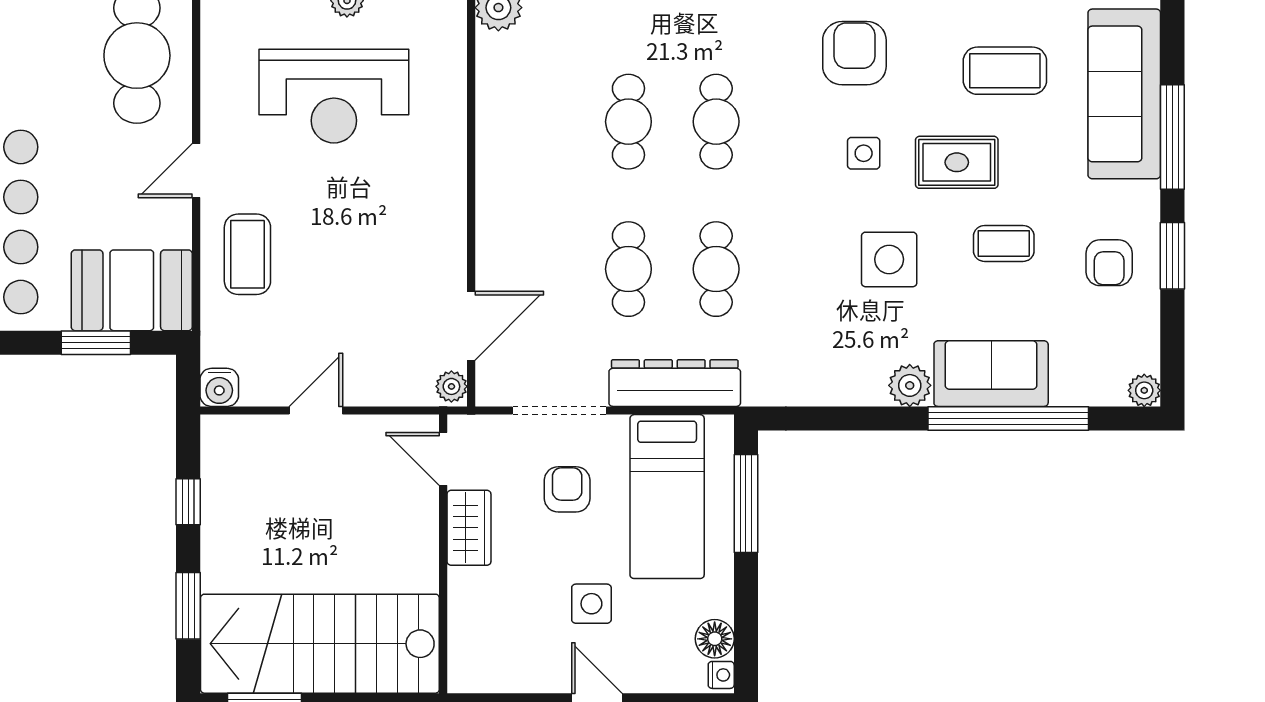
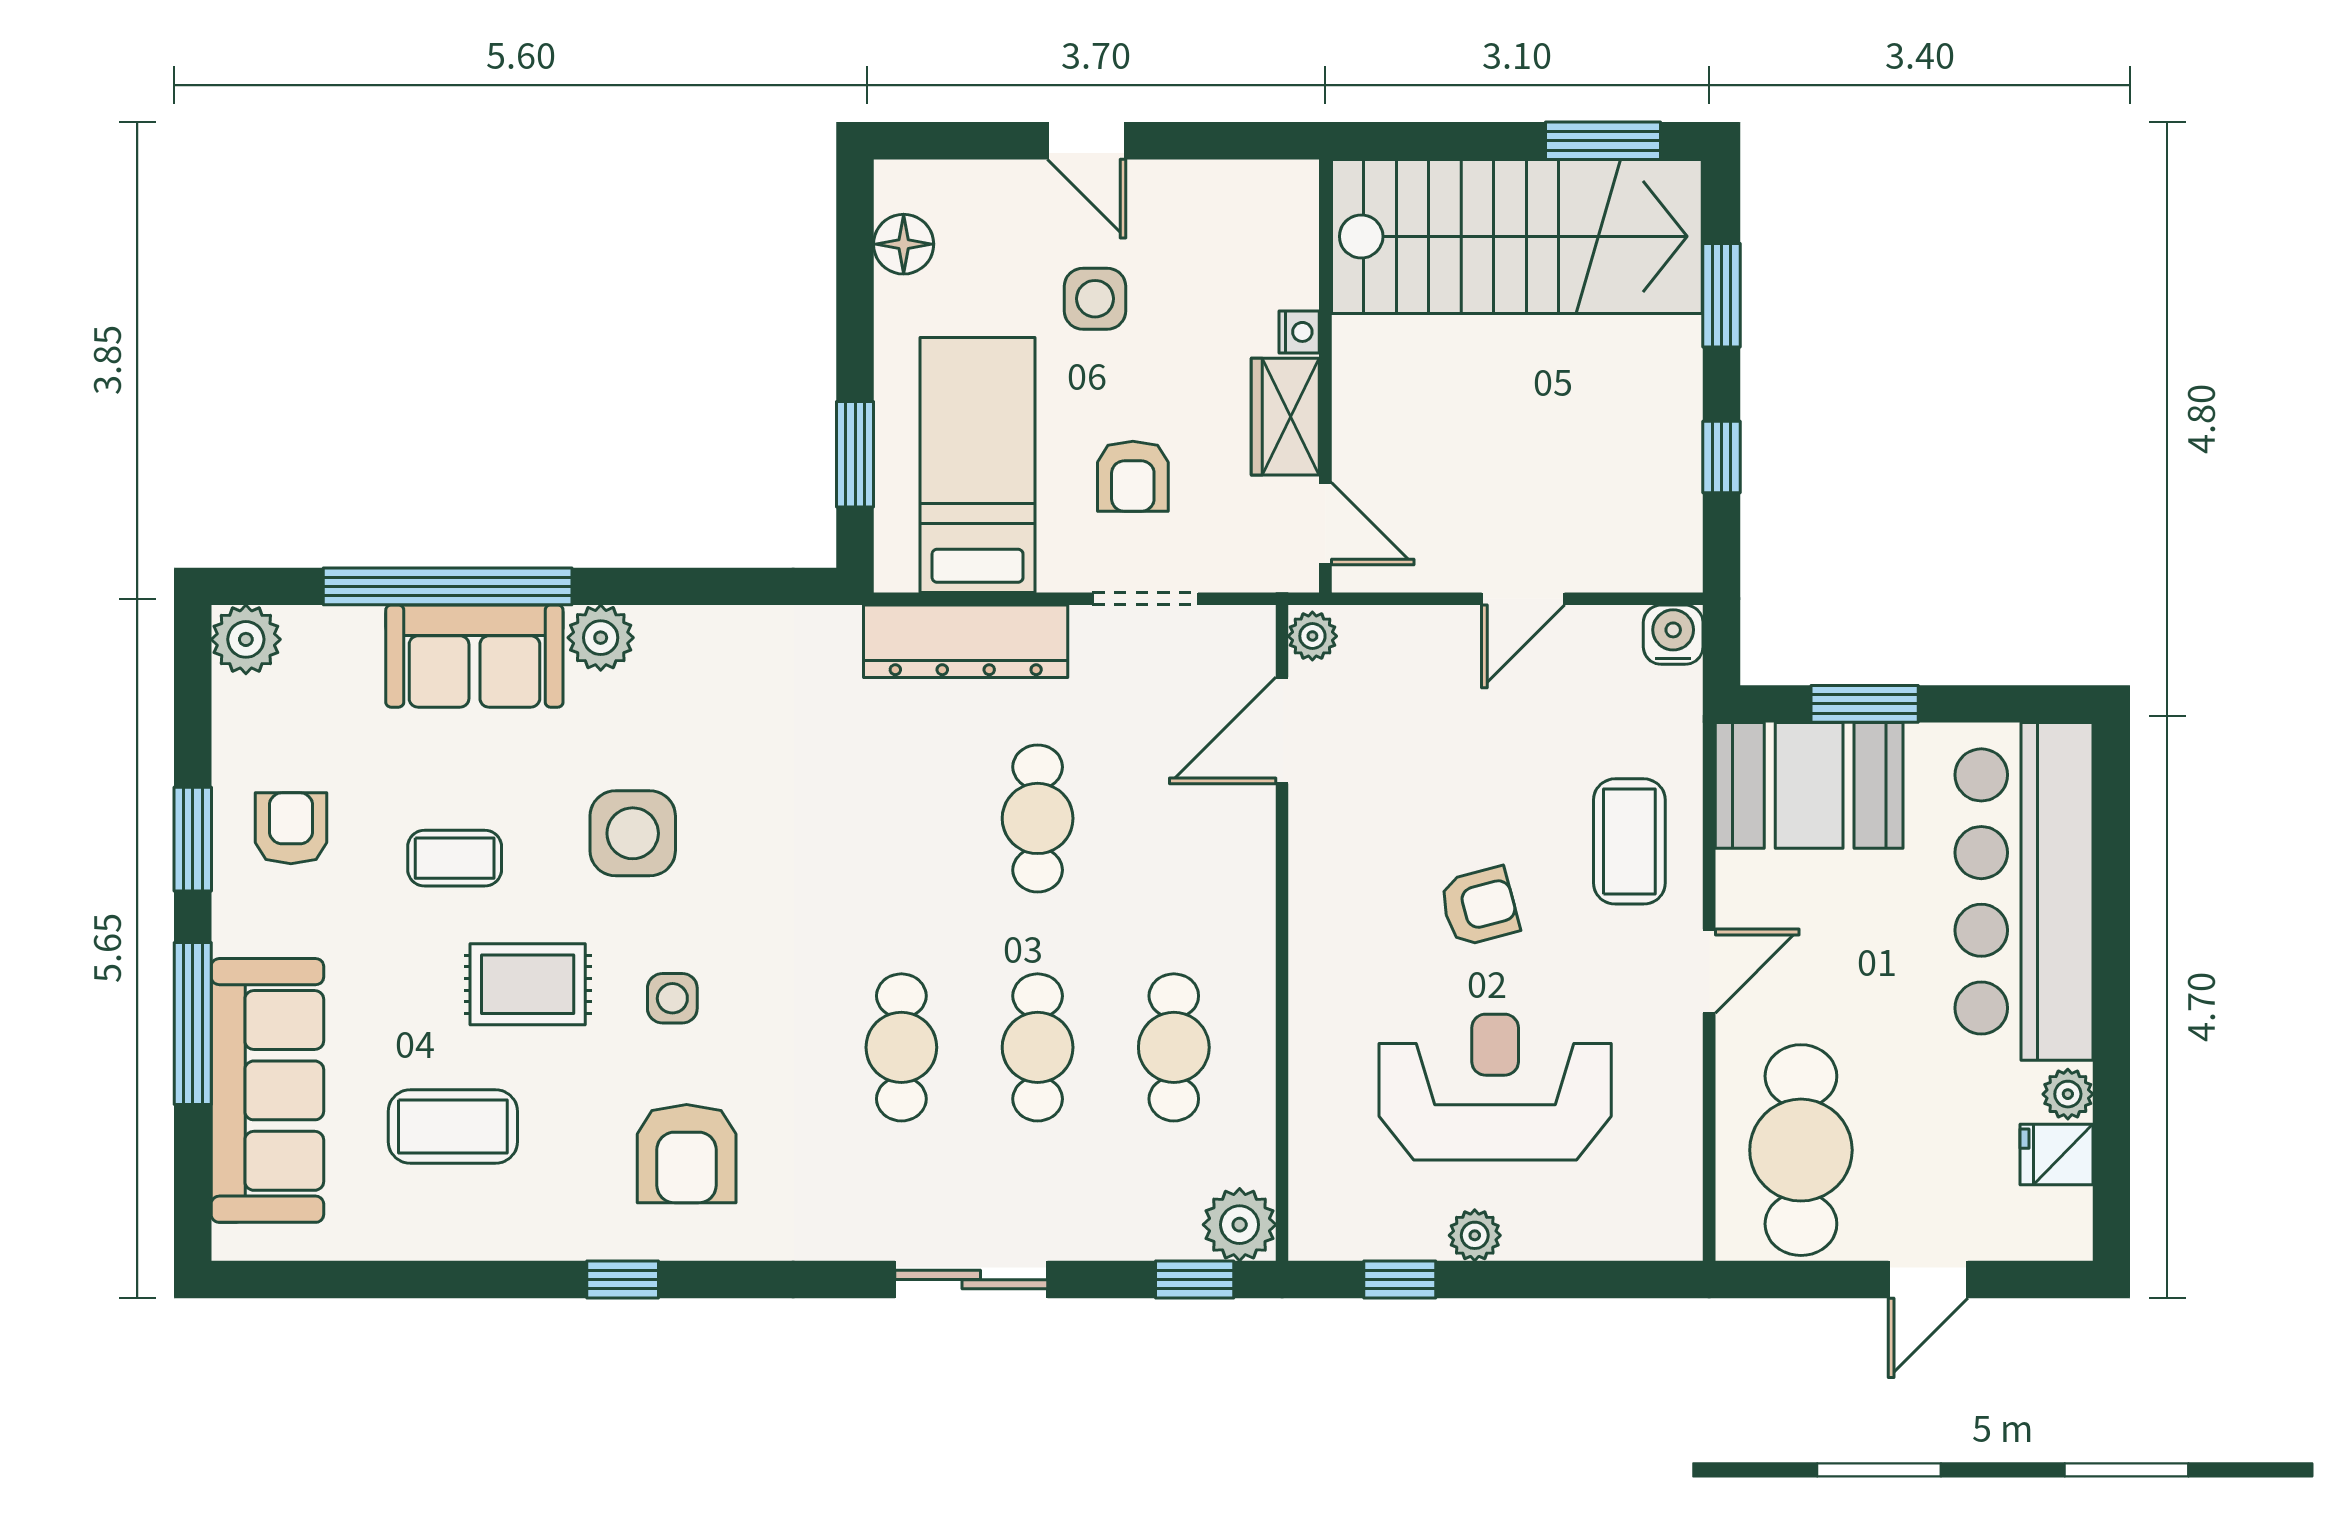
armchair: (344, 212) -> (1479, 907), added
cafe table: (716, 269) -> (1174, 1047), moved
plant: (1144, 390) -> (246, 639), width x1.38, depth x1.38
doorway: (559, 411) -> (1145, 599), width x0.73
window: (746, 503) -> (855, 454), width x0.69
nightstand: (721, 675) -> (1299, 332), moved, turned 180

